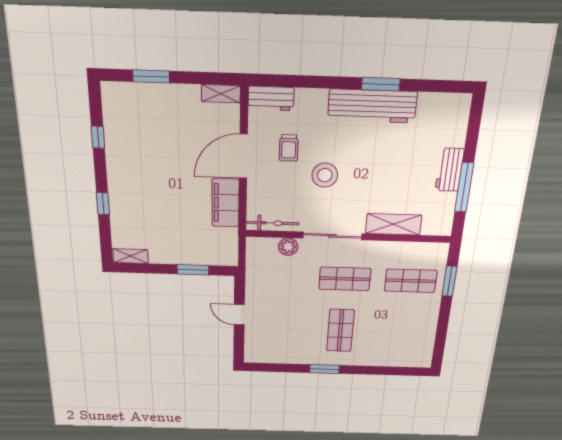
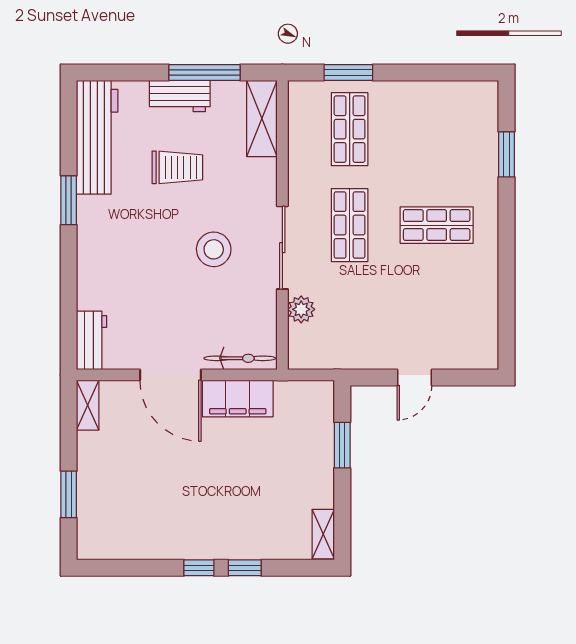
workbench: (372, 106) -> (97, 137), moved
window: (98, 137) -> (199, 568), moved
trolley: (289, 148) -> (177, 167), moved, width x1.36, depth x1.39
stool: (325, 175) -> (214, 249), moved
bicycle: (273, 223) -> (240, 358), moved, turned 90
shelving: (393, 224) -> (262, 118), moved
window: (325, 369) -> (507, 154), moved

